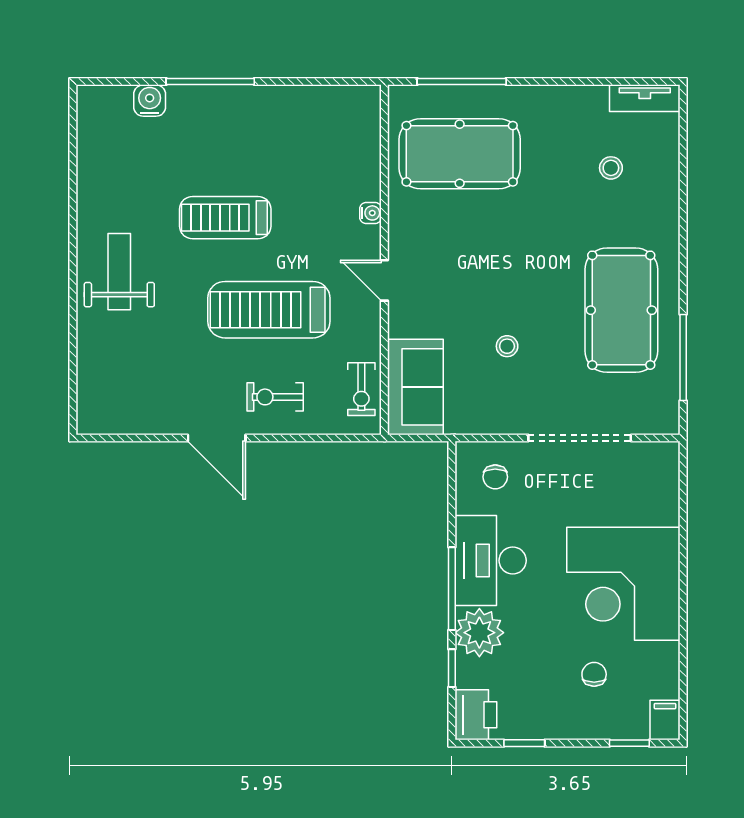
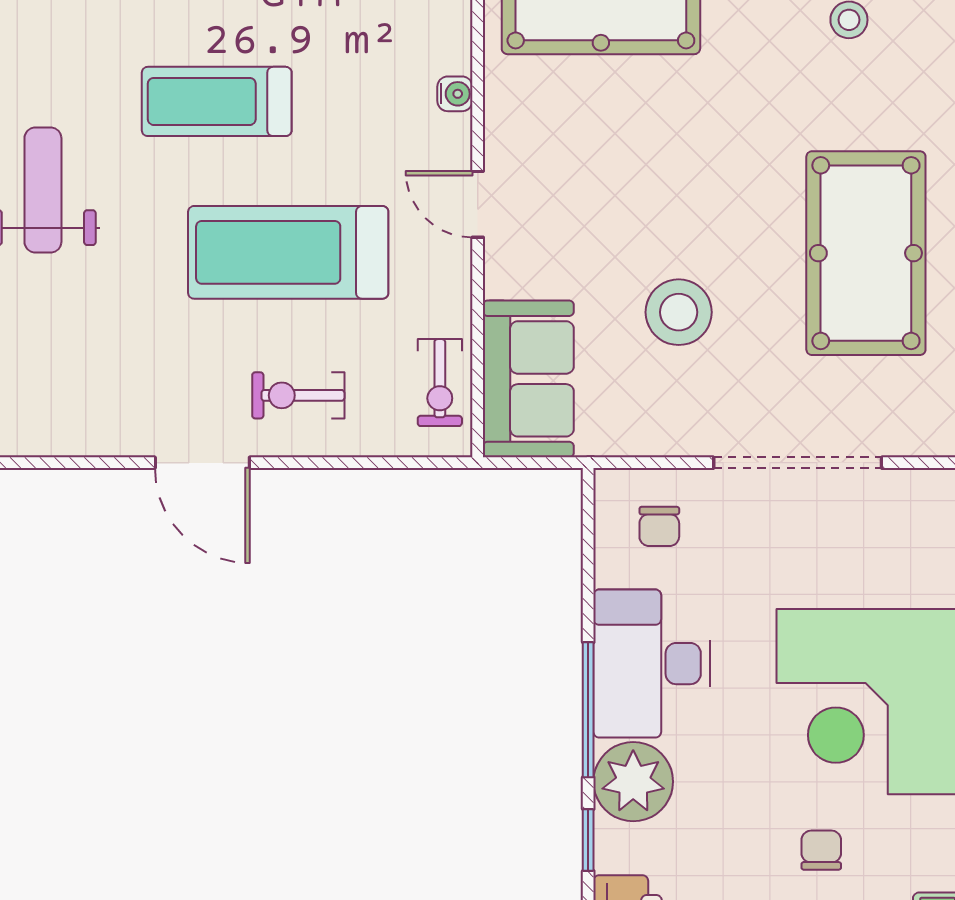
stool: (507, 346) -> (679, 312), width x1.89, depth x1.89

